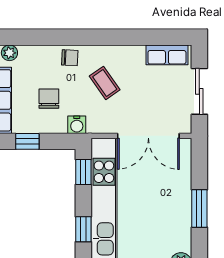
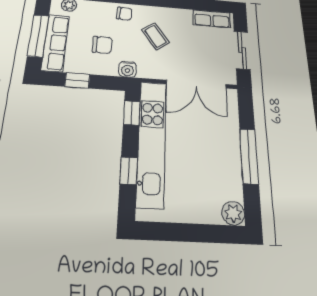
chair: (49, 99) -> (102, 45), turned 90
window: (199, 209) -> (249, 156), width x1.44

